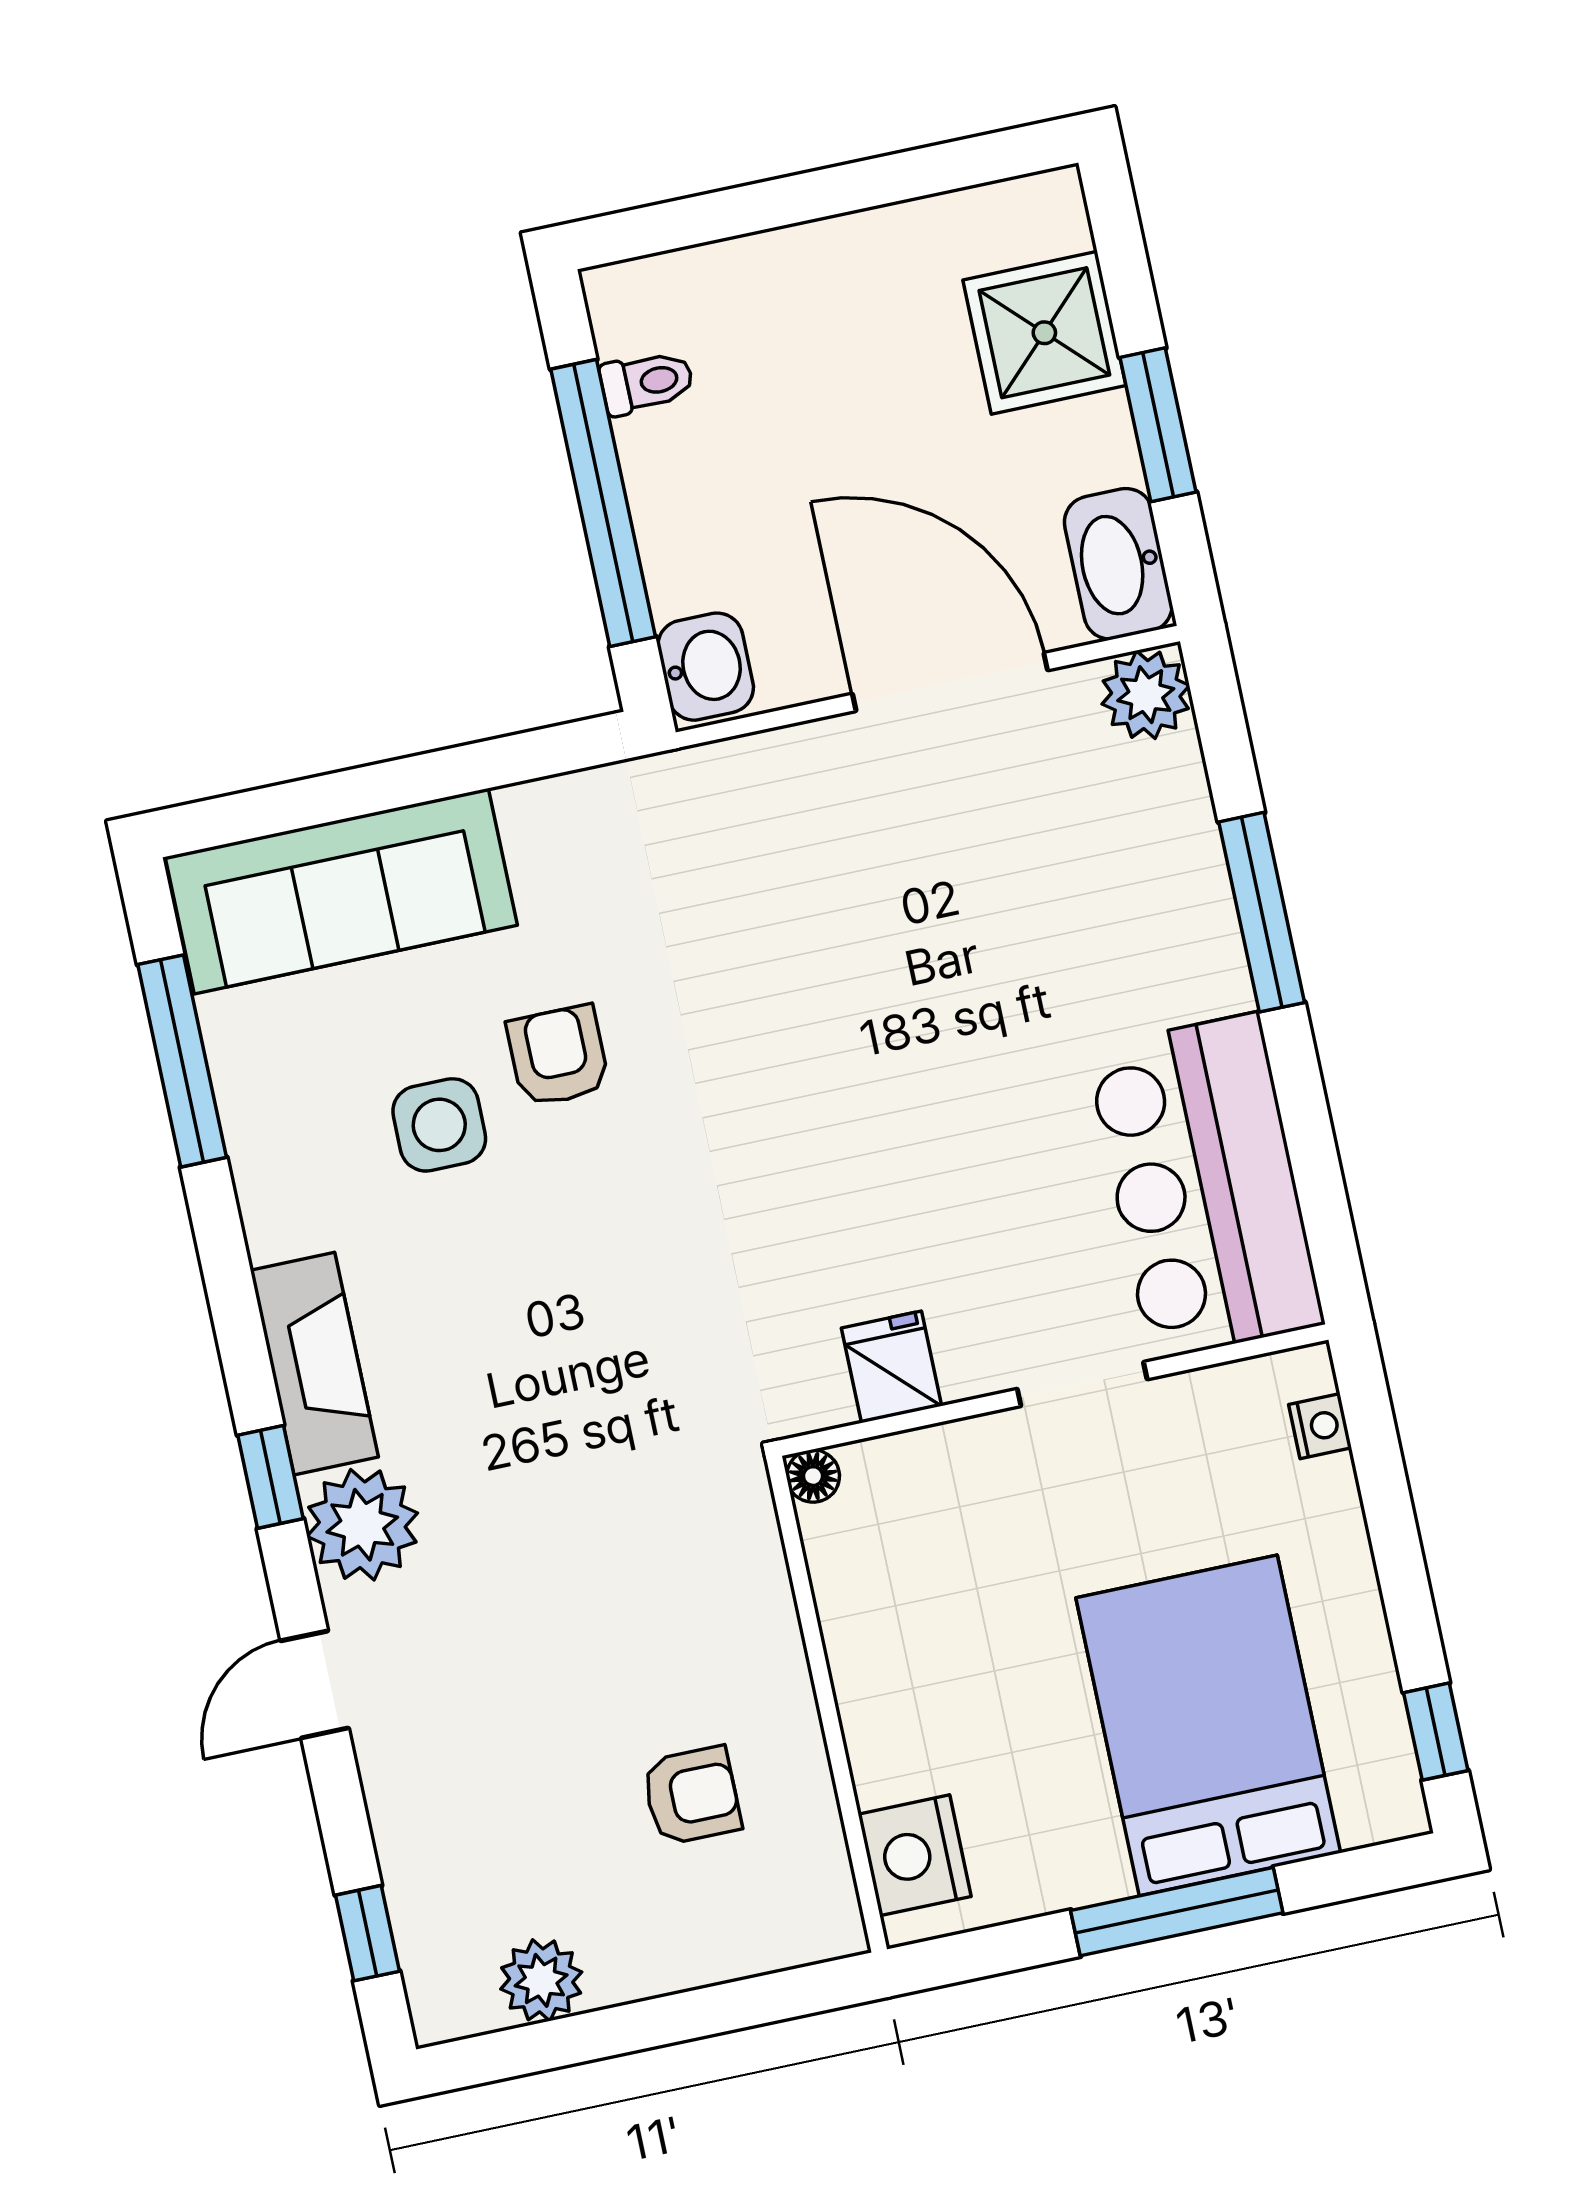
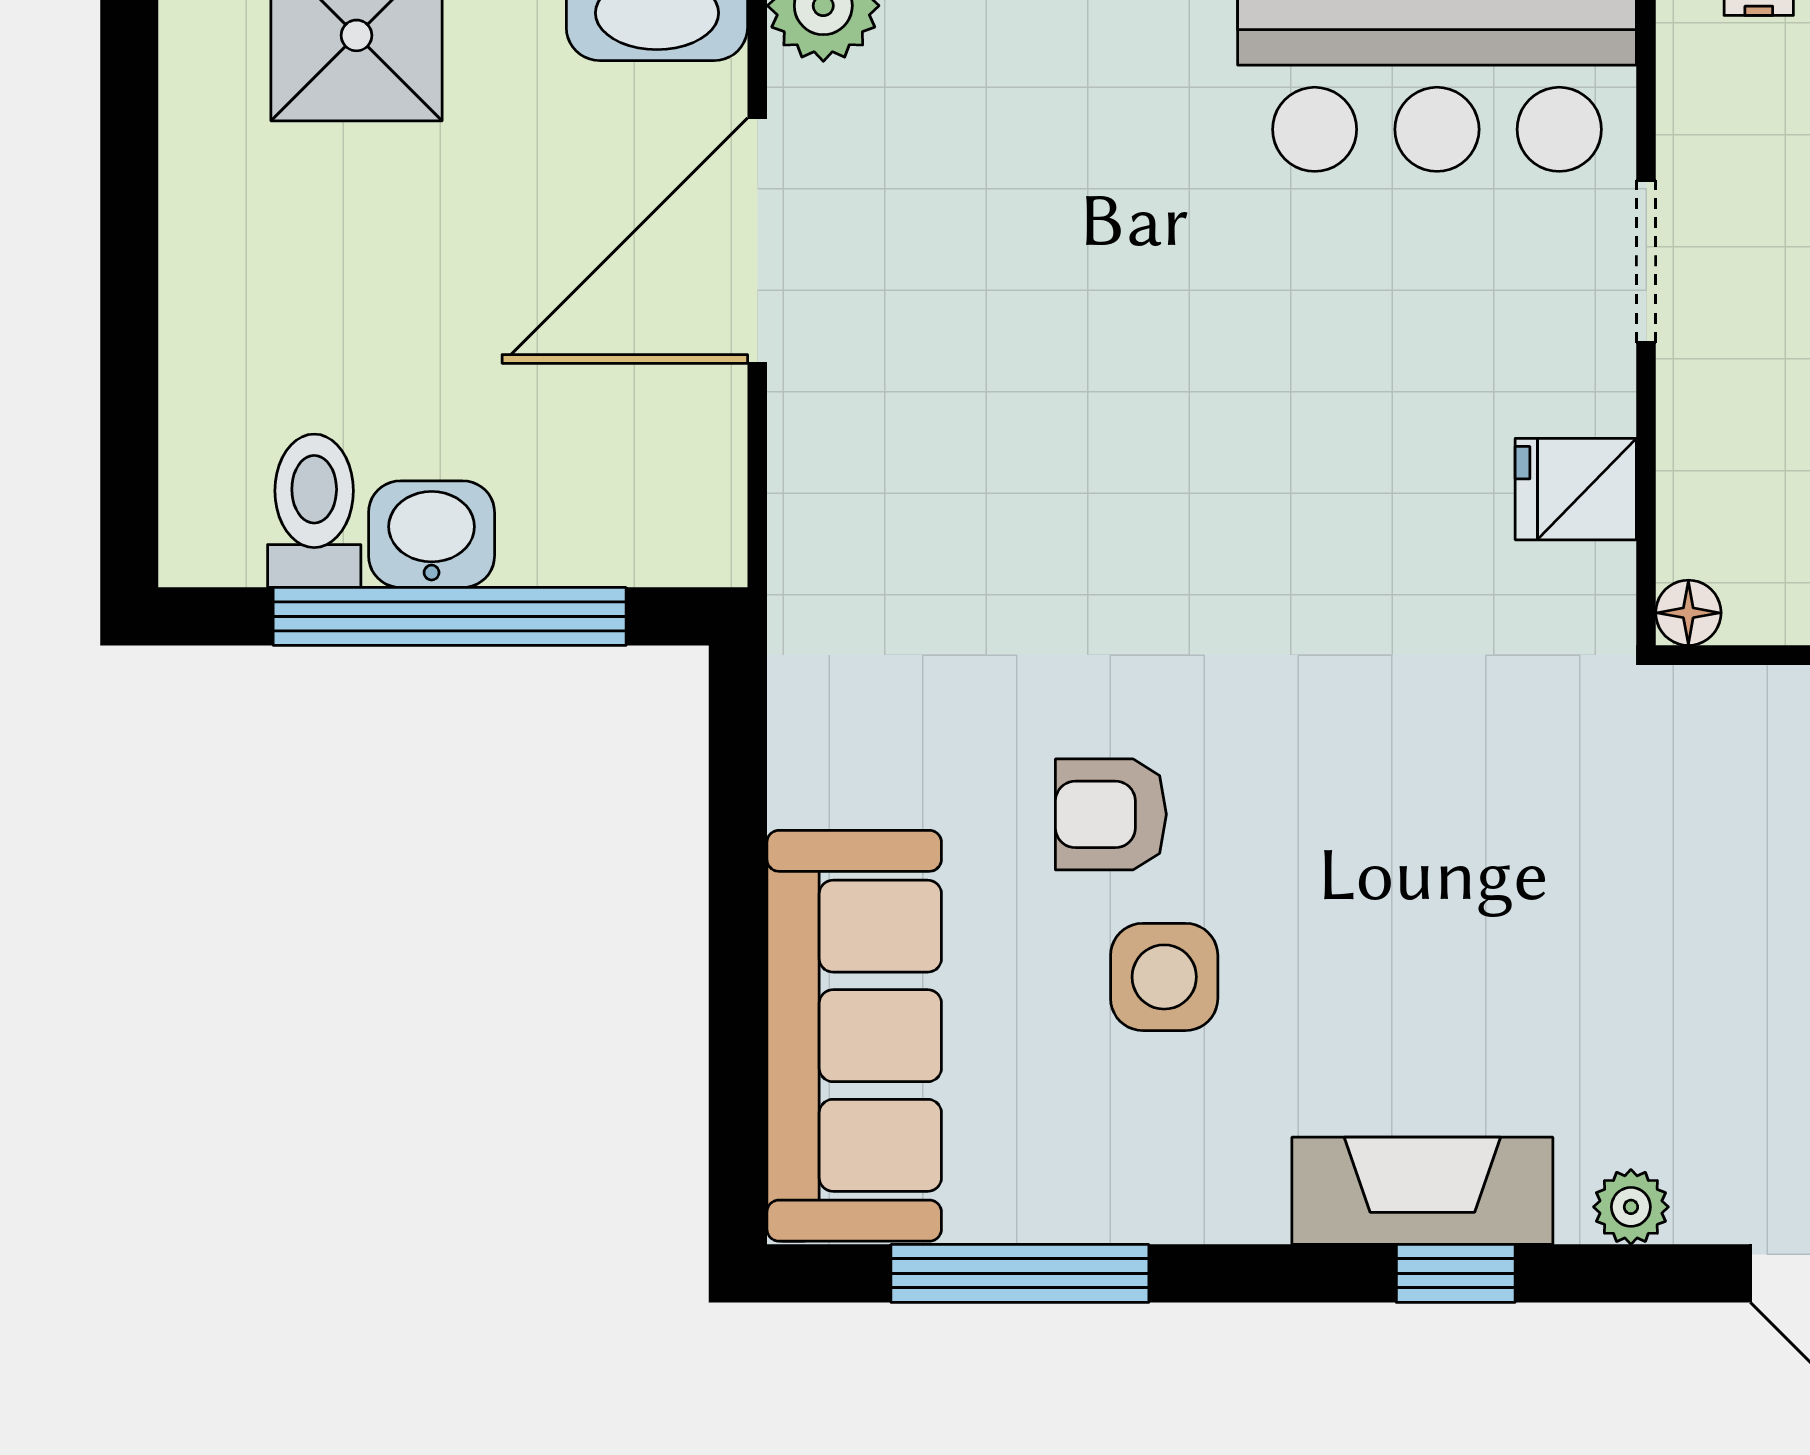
toilet: (647, 382) -> (314, 511), width x1.37, depth x1.39
washbasin: (706, 667) -> (432, 534), moved
window: (271, 1477) -> (1456, 1273), moved
plant: (362, 1525) -> (1631, 1207), width x0.53, depth x0.53

